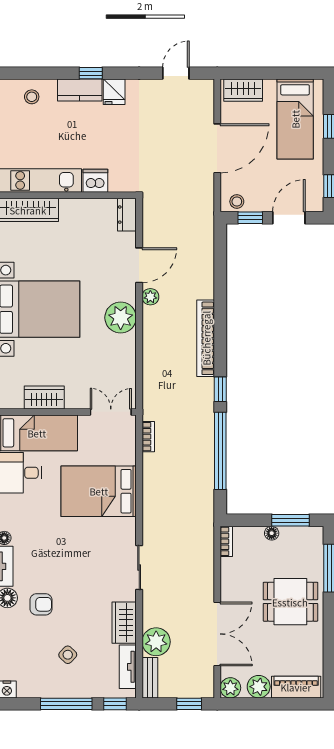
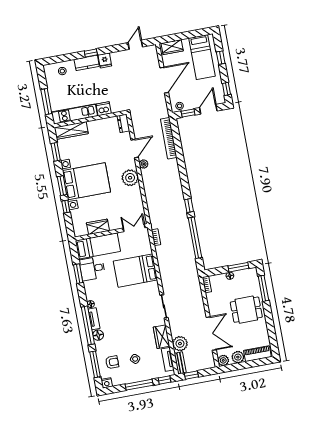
bookcase: (206, 338) -> (169, 138), moved
armchair: (41, 604) -> (112, 362), moved
window: (189, 704) -> (191, 375), moved

